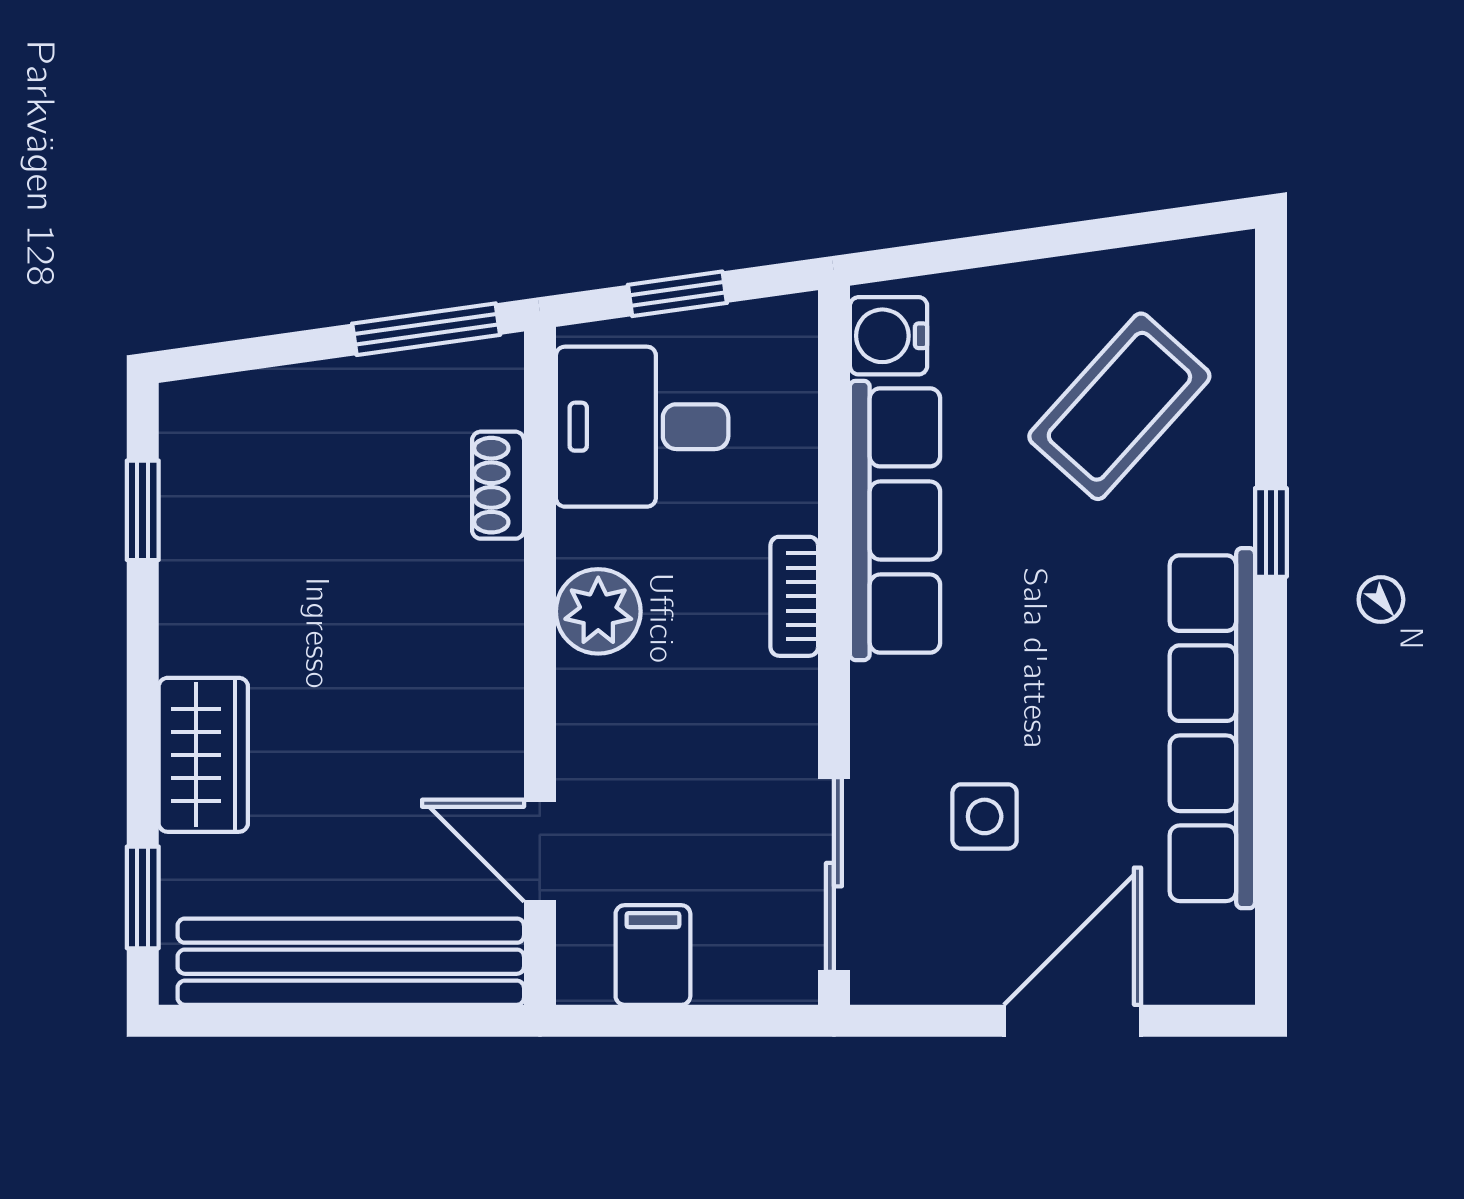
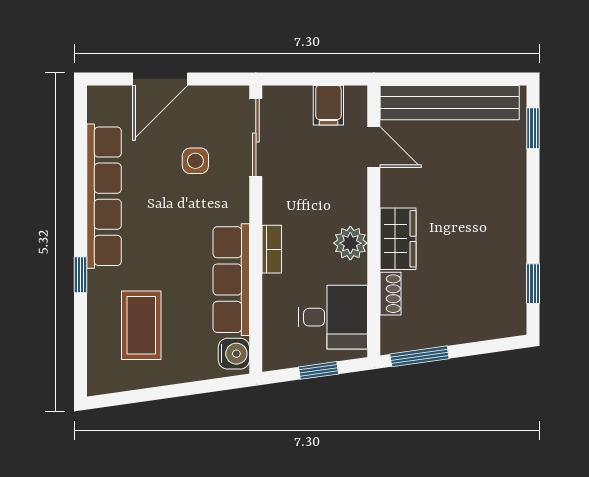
coffee table: (1119, 406) -> (141, 325), turned -42
wardrobe: (203, 755) -> (398, 239), moved, turned 180

